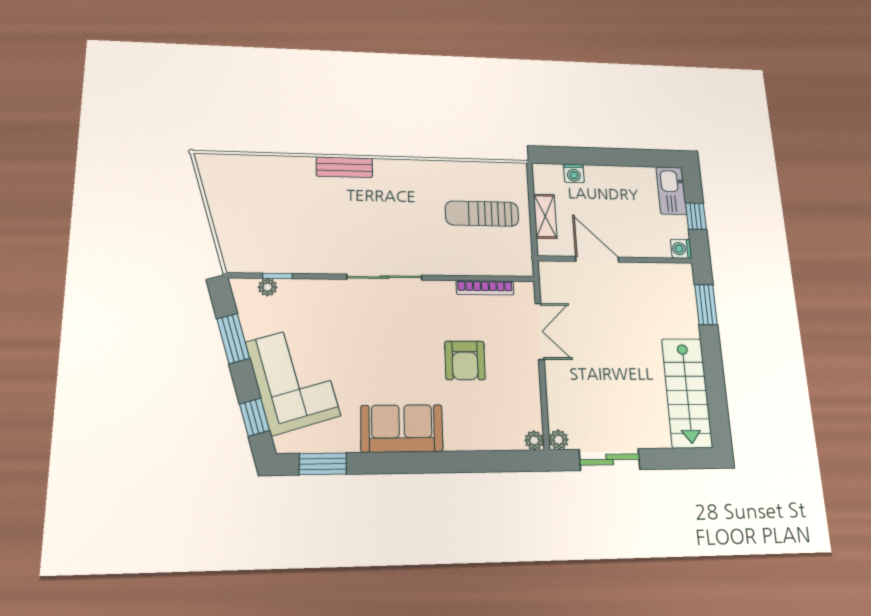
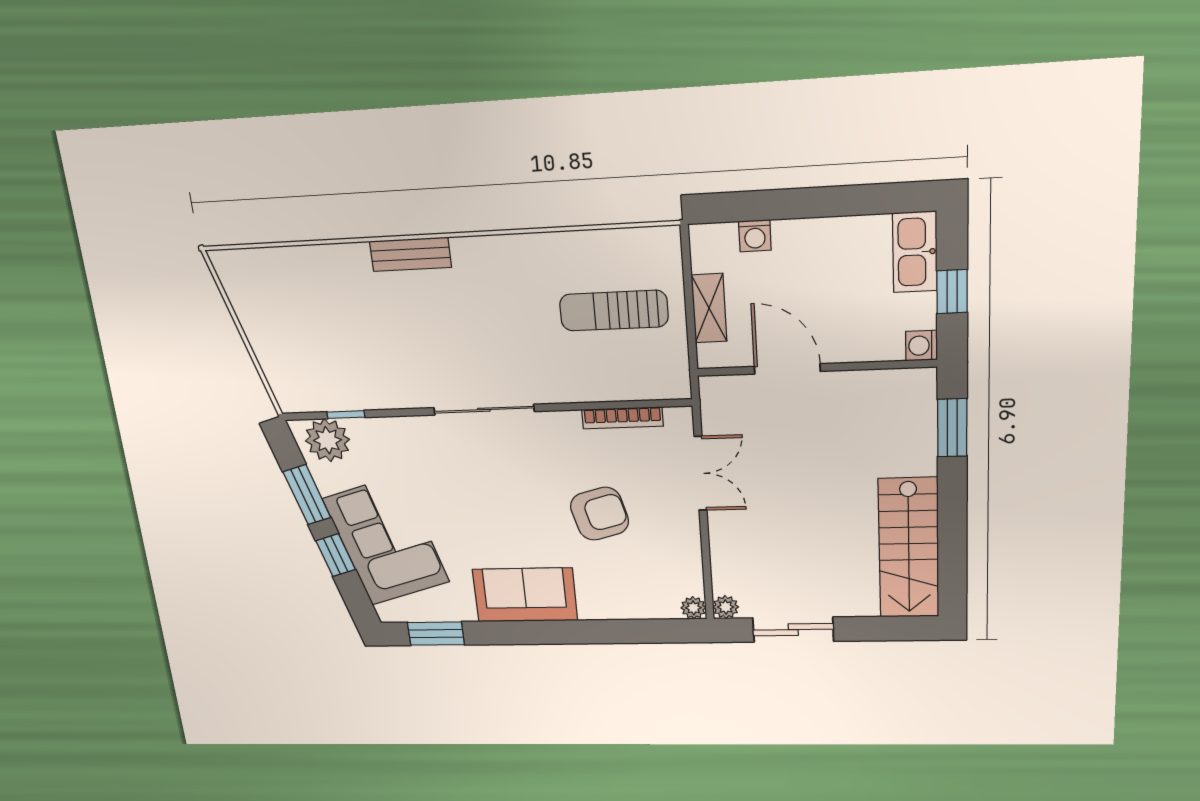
plant: (268, 287) -> (327, 440), width x1.88, depth x1.88
armchair: (465, 360) -> (600, 514), turned -105
window: (255, 417) -> (336, 555), moved

